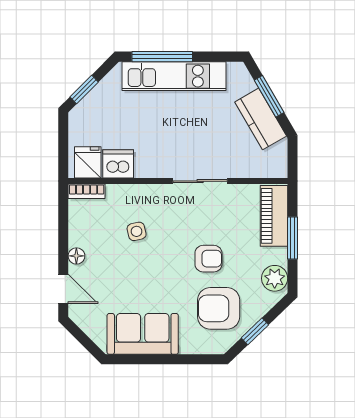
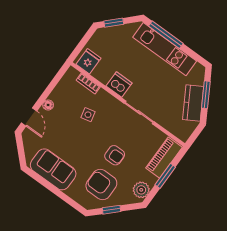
dishwasher: (118, 164) -> (119, 84), moved
bookcase: (87, 191) -> (88, 84), moved

